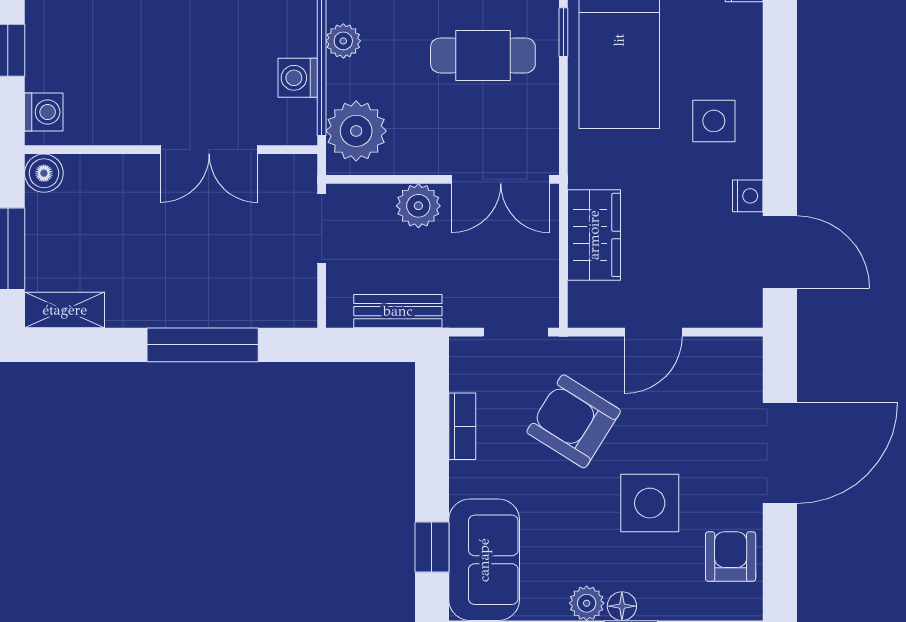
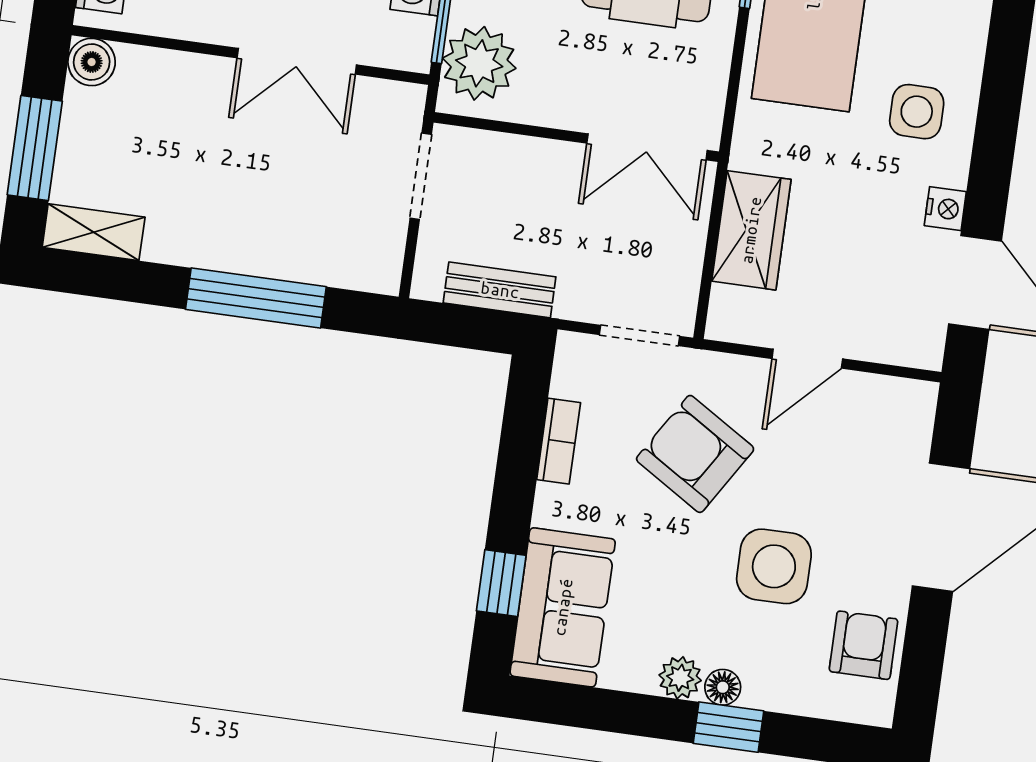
plant: (418, 206) -> (542, 165), removed

